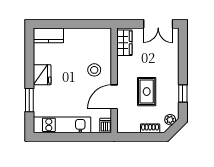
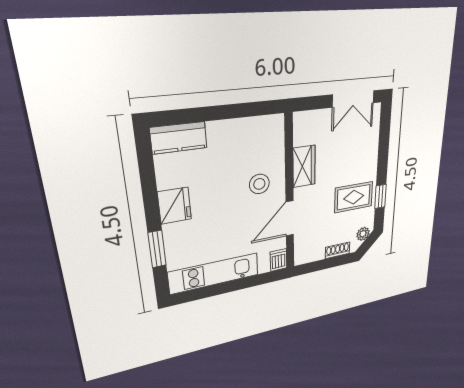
wardrobe: (124, 43) -> (304, 166), moved
rug: (147, 92) -> (354, 197), moved, turned 90

